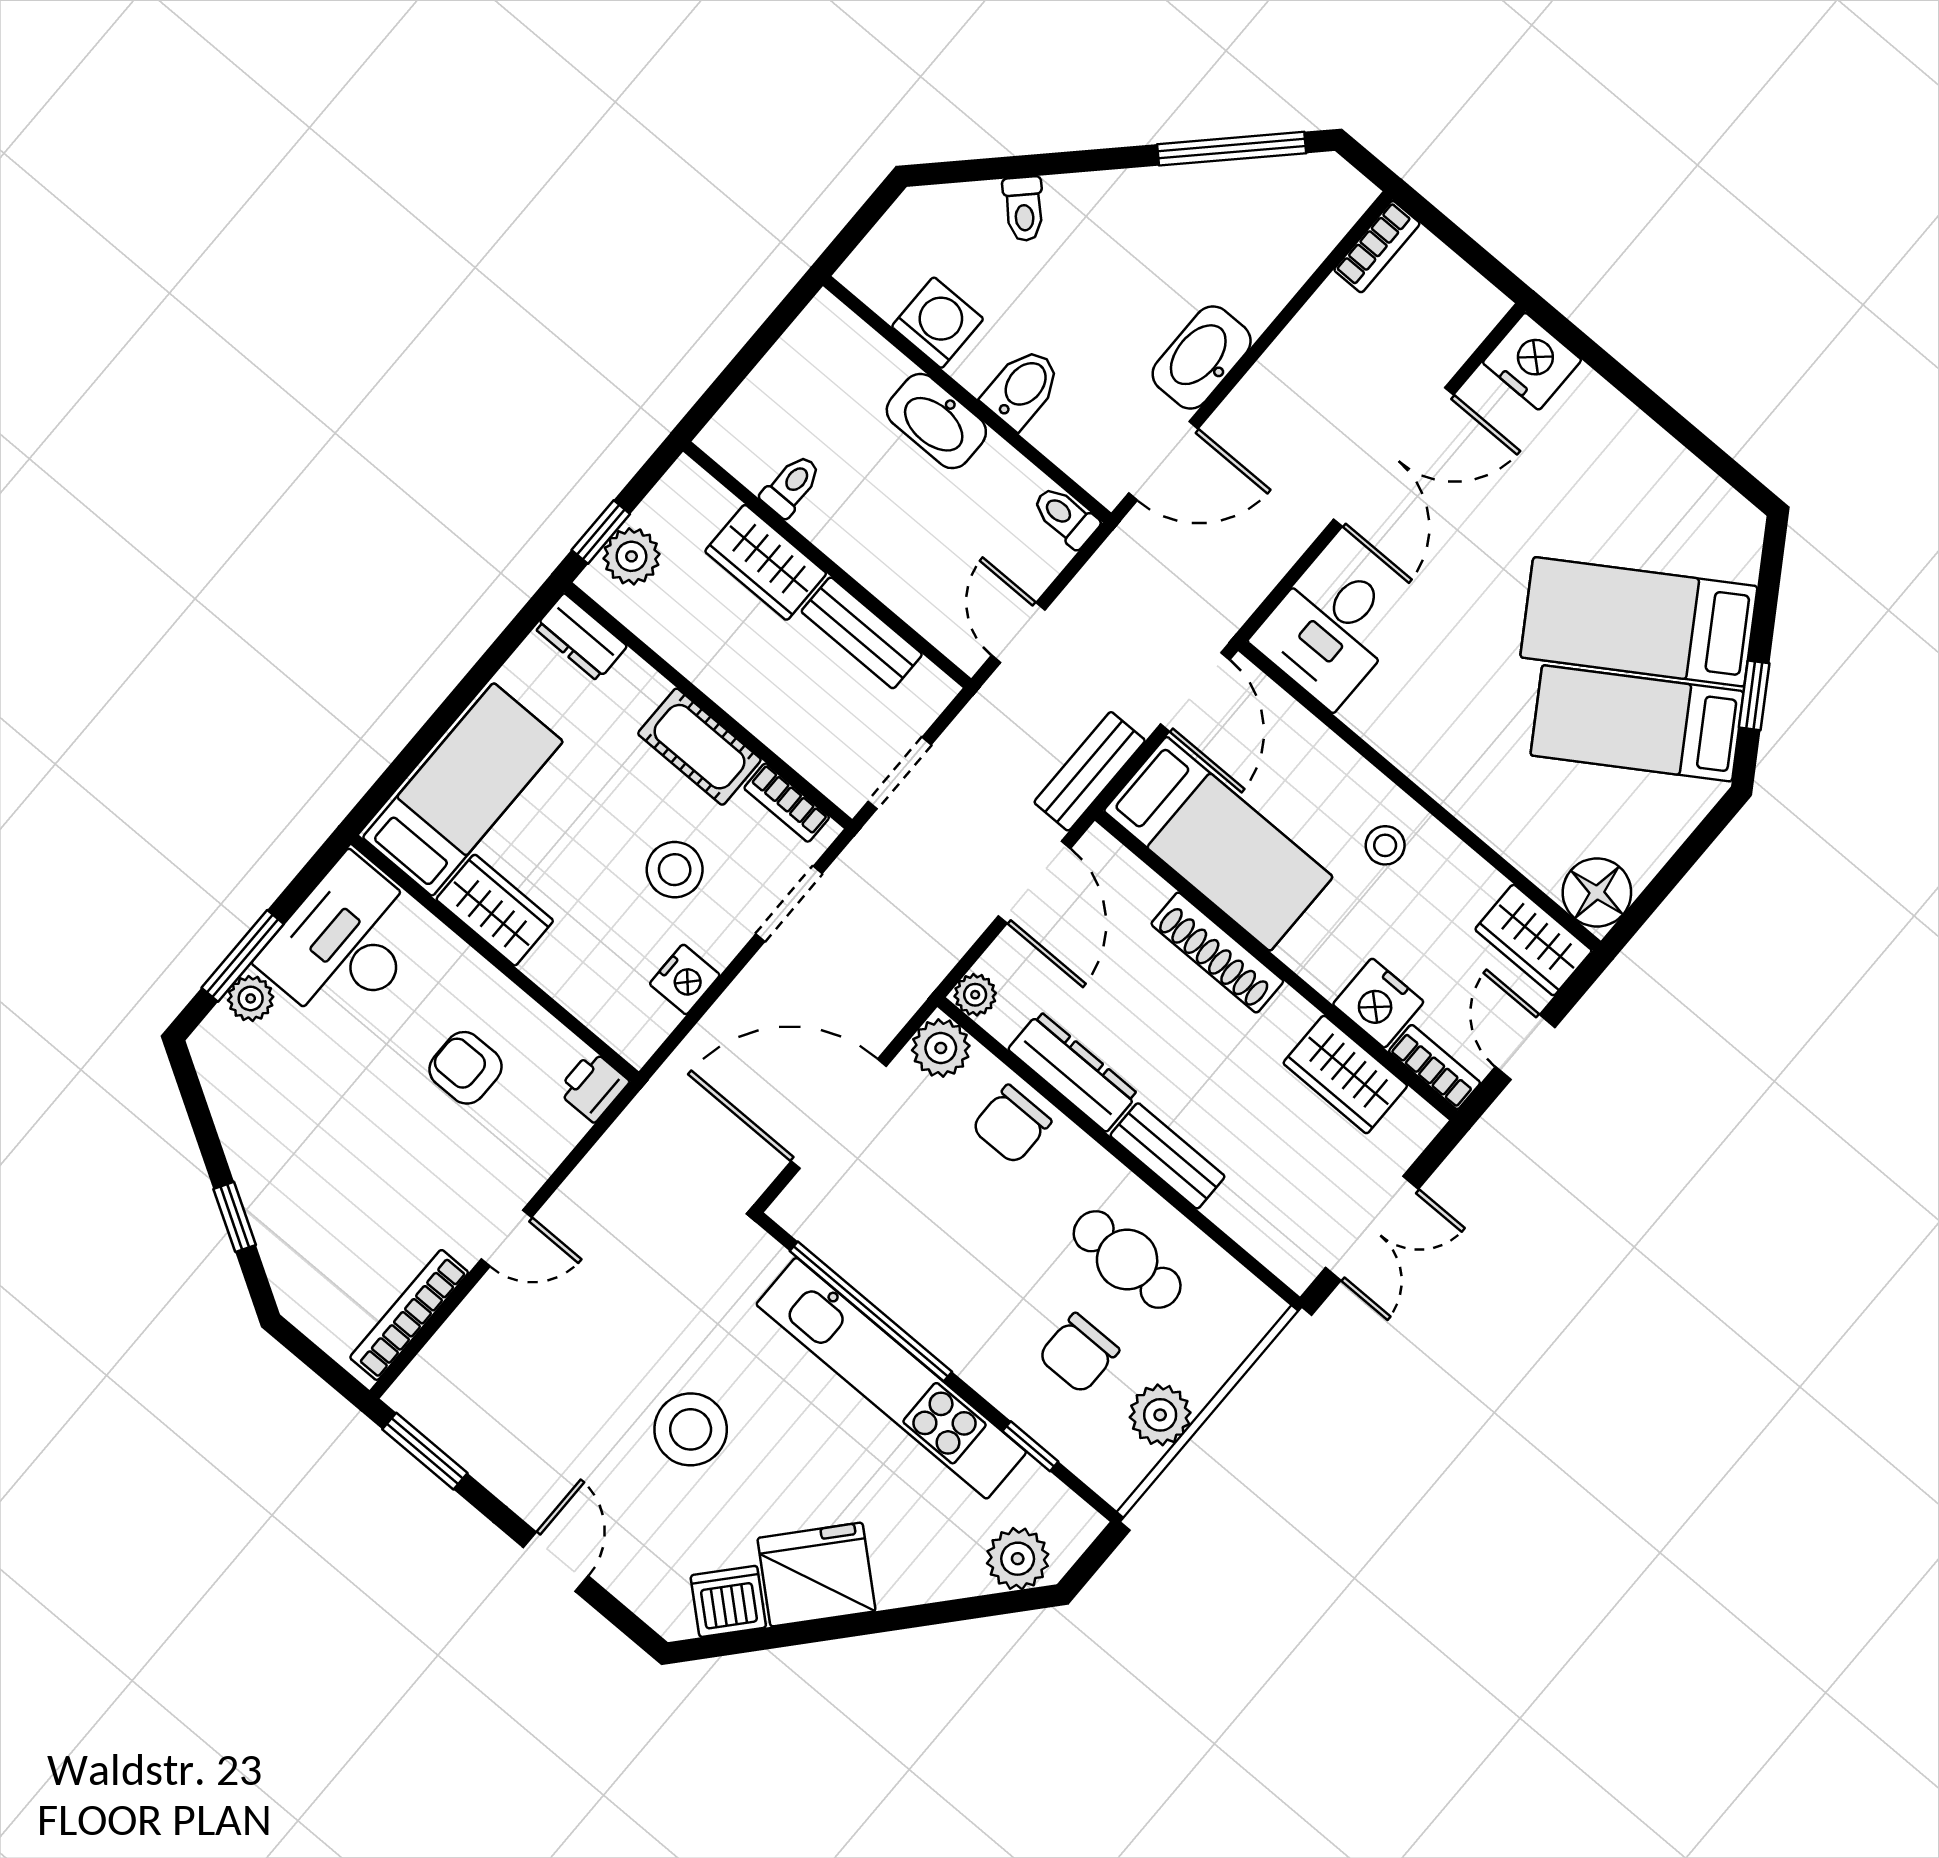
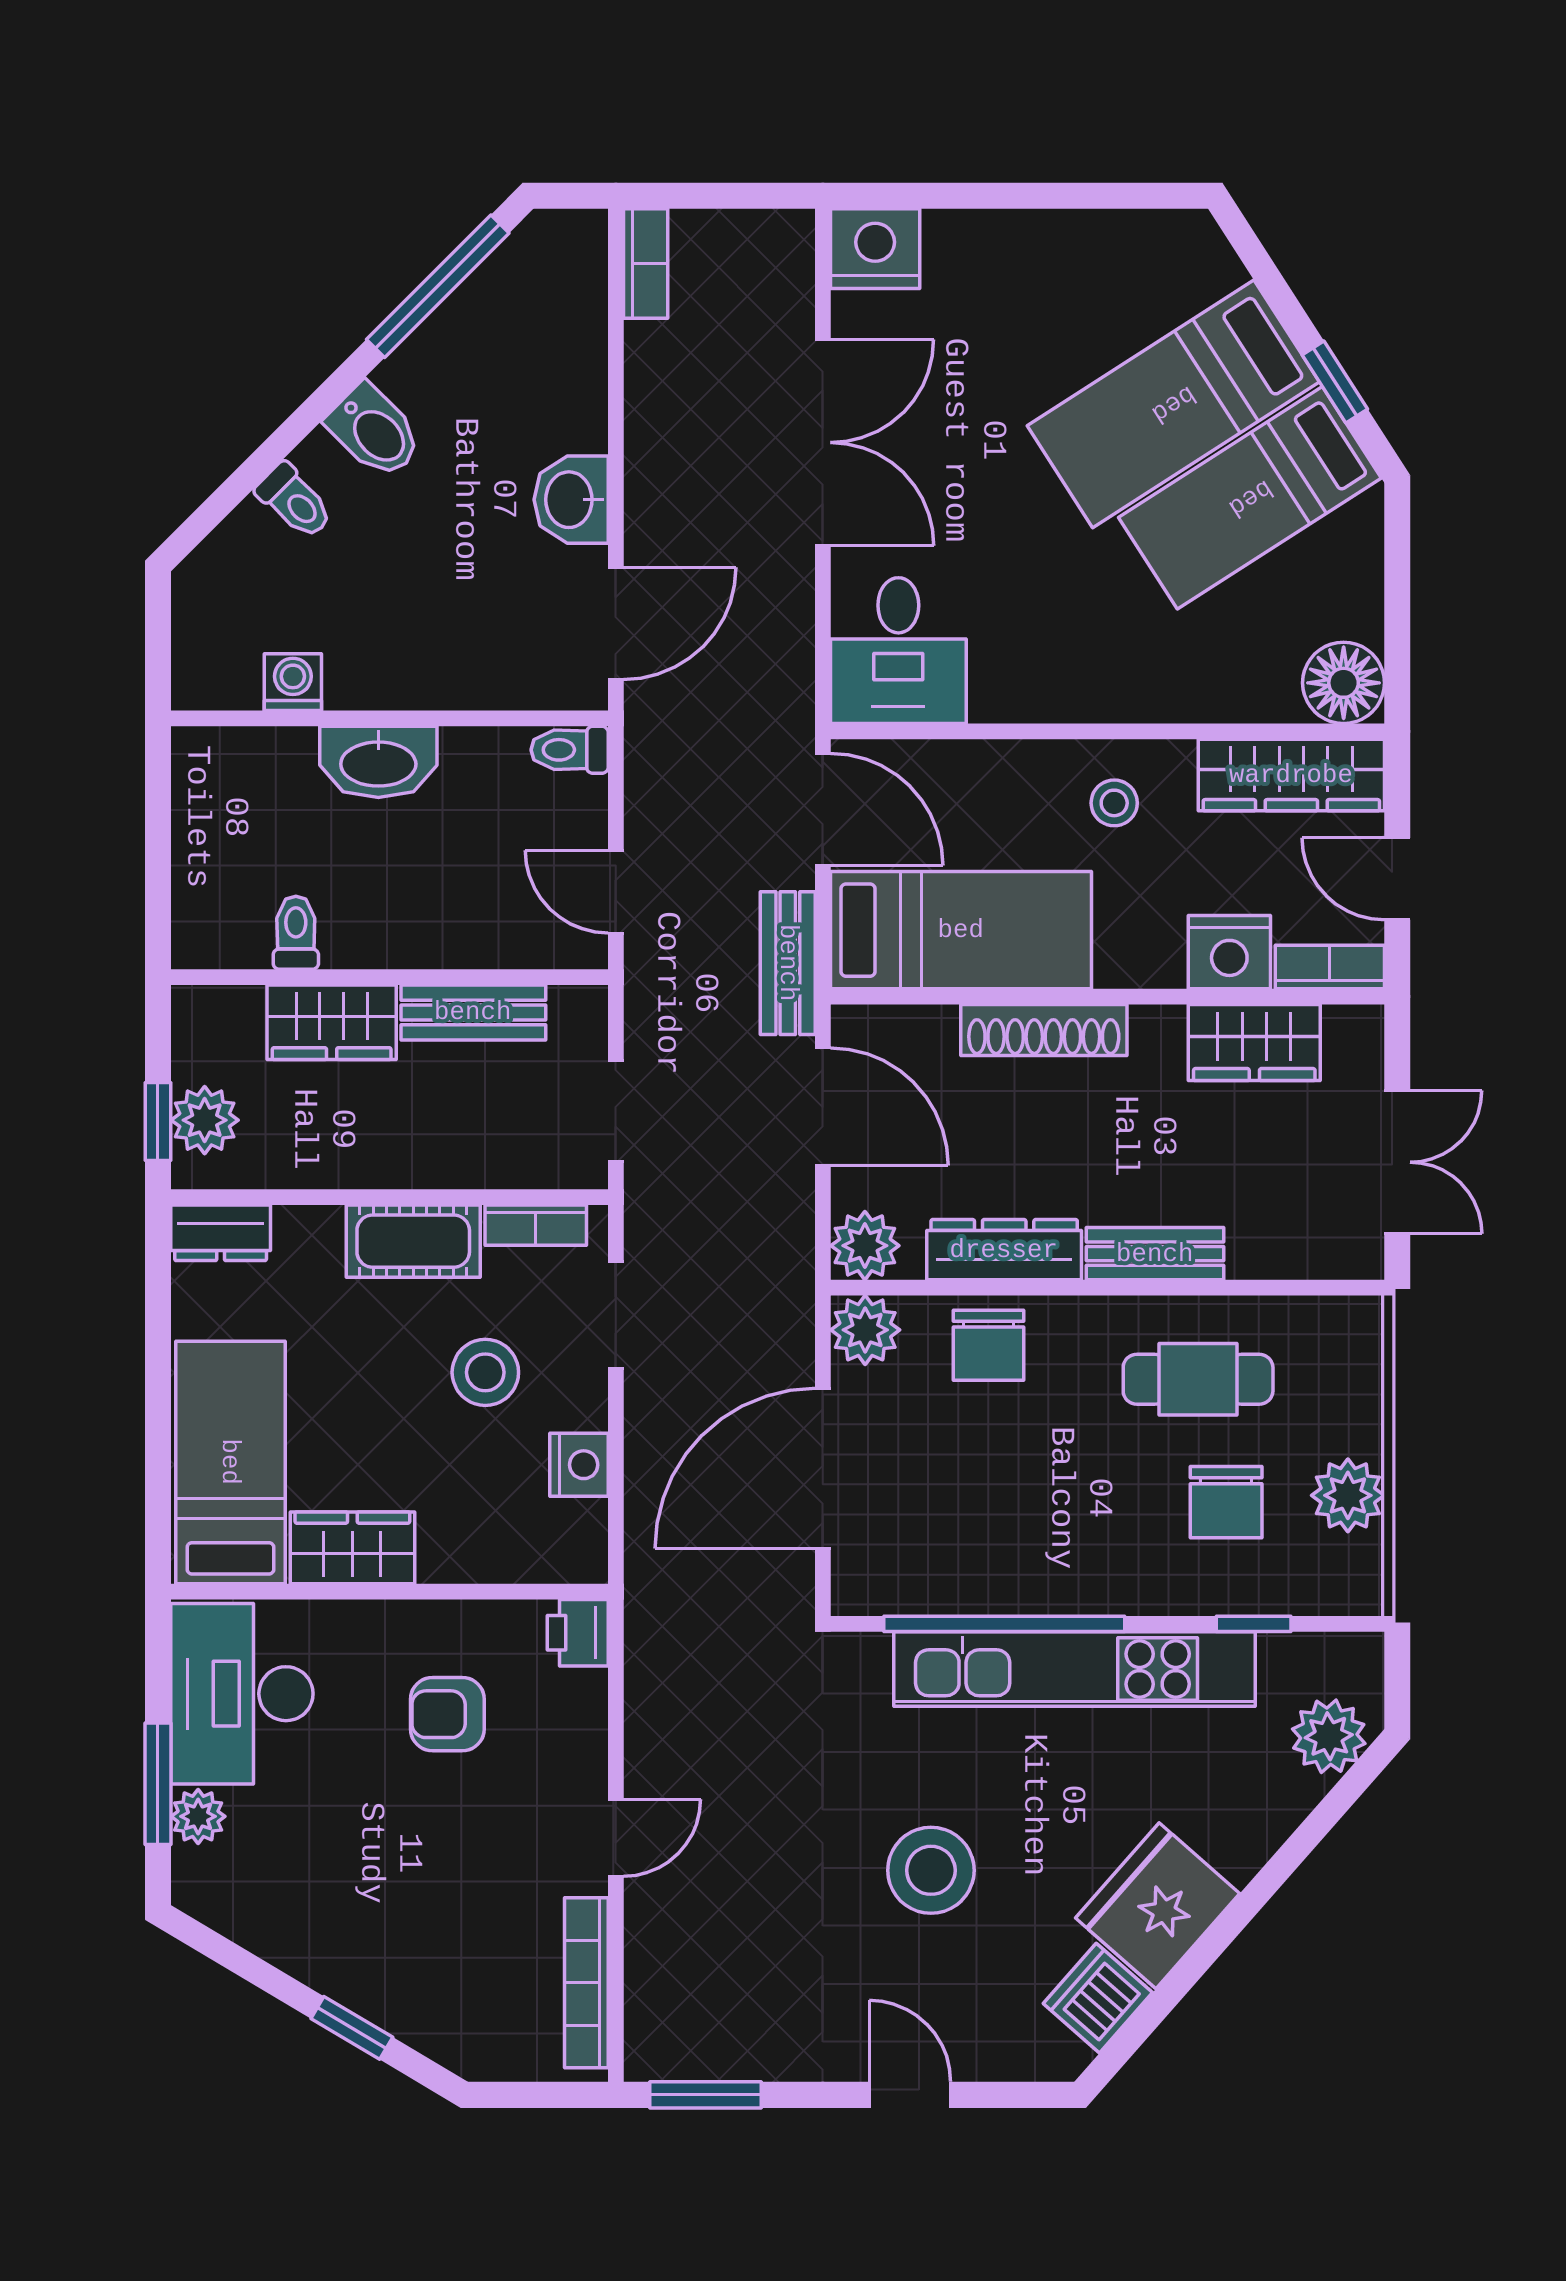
washing machine: (938, 323) -> (293, 682), width x0.73, depth x0.73
washbasin: (1202, 357) -> (571, 500), width x0.72
bidet: (1022, 388) -> (375, 431), moved, turned 135
wardrobe: (1533, 940) -> (1291, 775), width x1.50
plant: (975, 995) -> (865, 1246), width x1.38, depth x1.38

